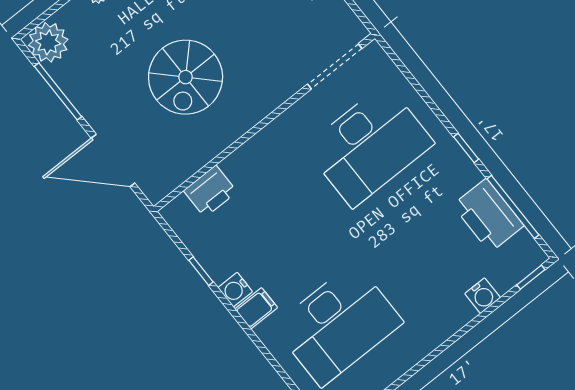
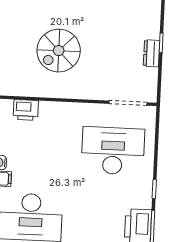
desk: (369, 145) -> (113, 151), turned 180

